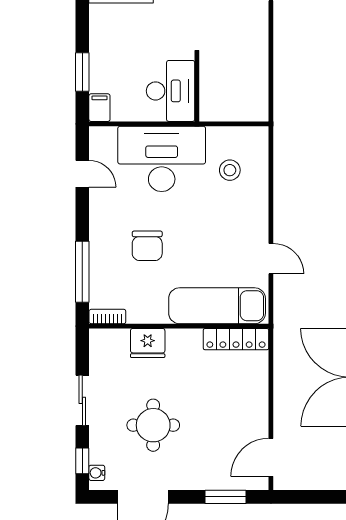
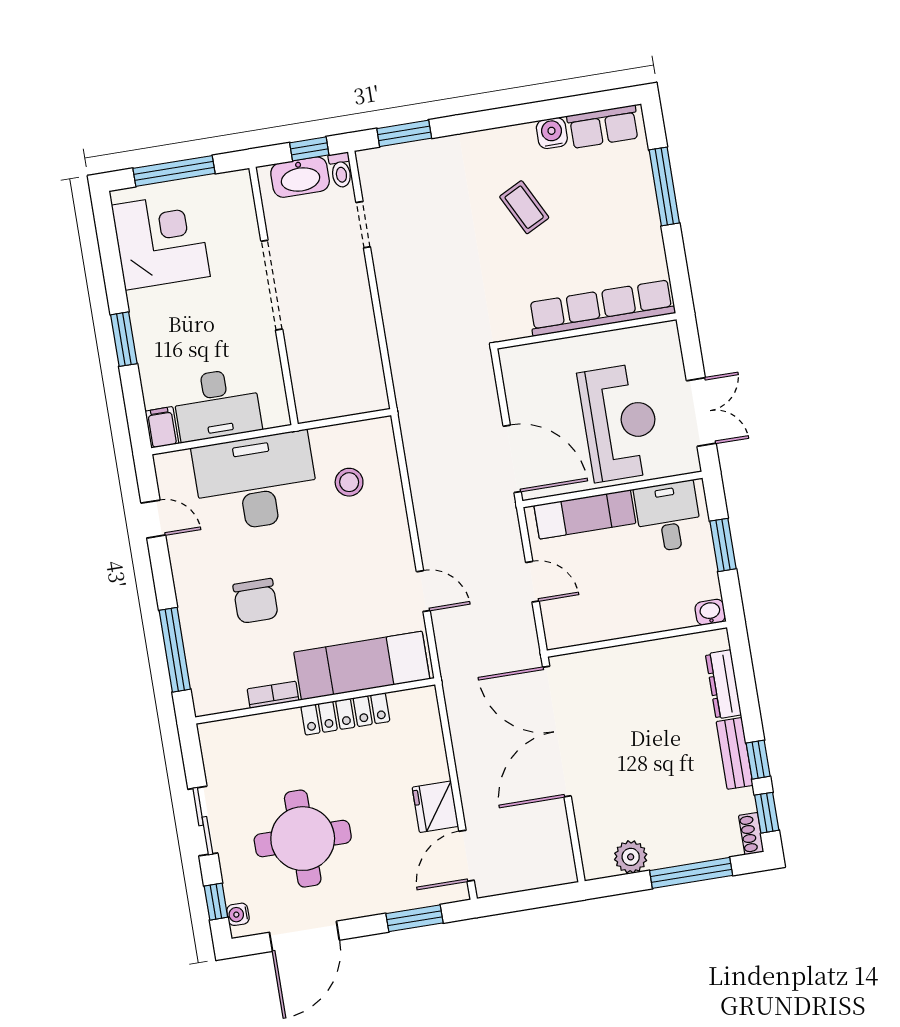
window: (82, 72) -> (124, 339), moved
desk: (171, 91) -> (217, 405), moved, turned 90
bookcase: (107, 316) -> (273, 695), moved
locker: (236, 339) -> (345, 714), moved
fridge: (148, 343) -> (435, 807), moved, turned 90
round table: (153, 425) -> (303, 839), width x1.36, depth x1.36

